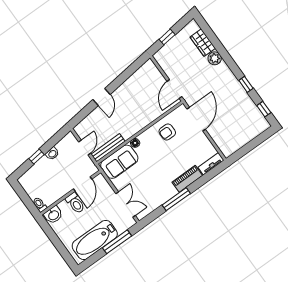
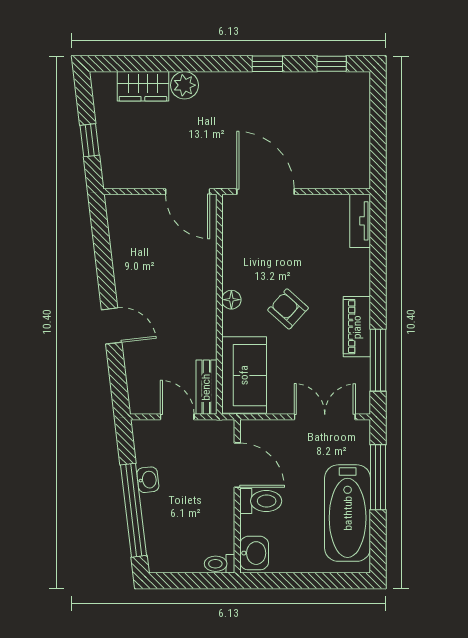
armchair: (167, 132) -> (288, 309), moved, turned 132
floor lamp: (135, 143) -> (231, 300), moved
bench: (108, 148) -> (206, 387), width x0.73
window: (36, 157) -> (134, 510), width x3.17
piano: (187, 179) -> (357, 327), moved
window: (176, 199) -> (378, 360), moved

